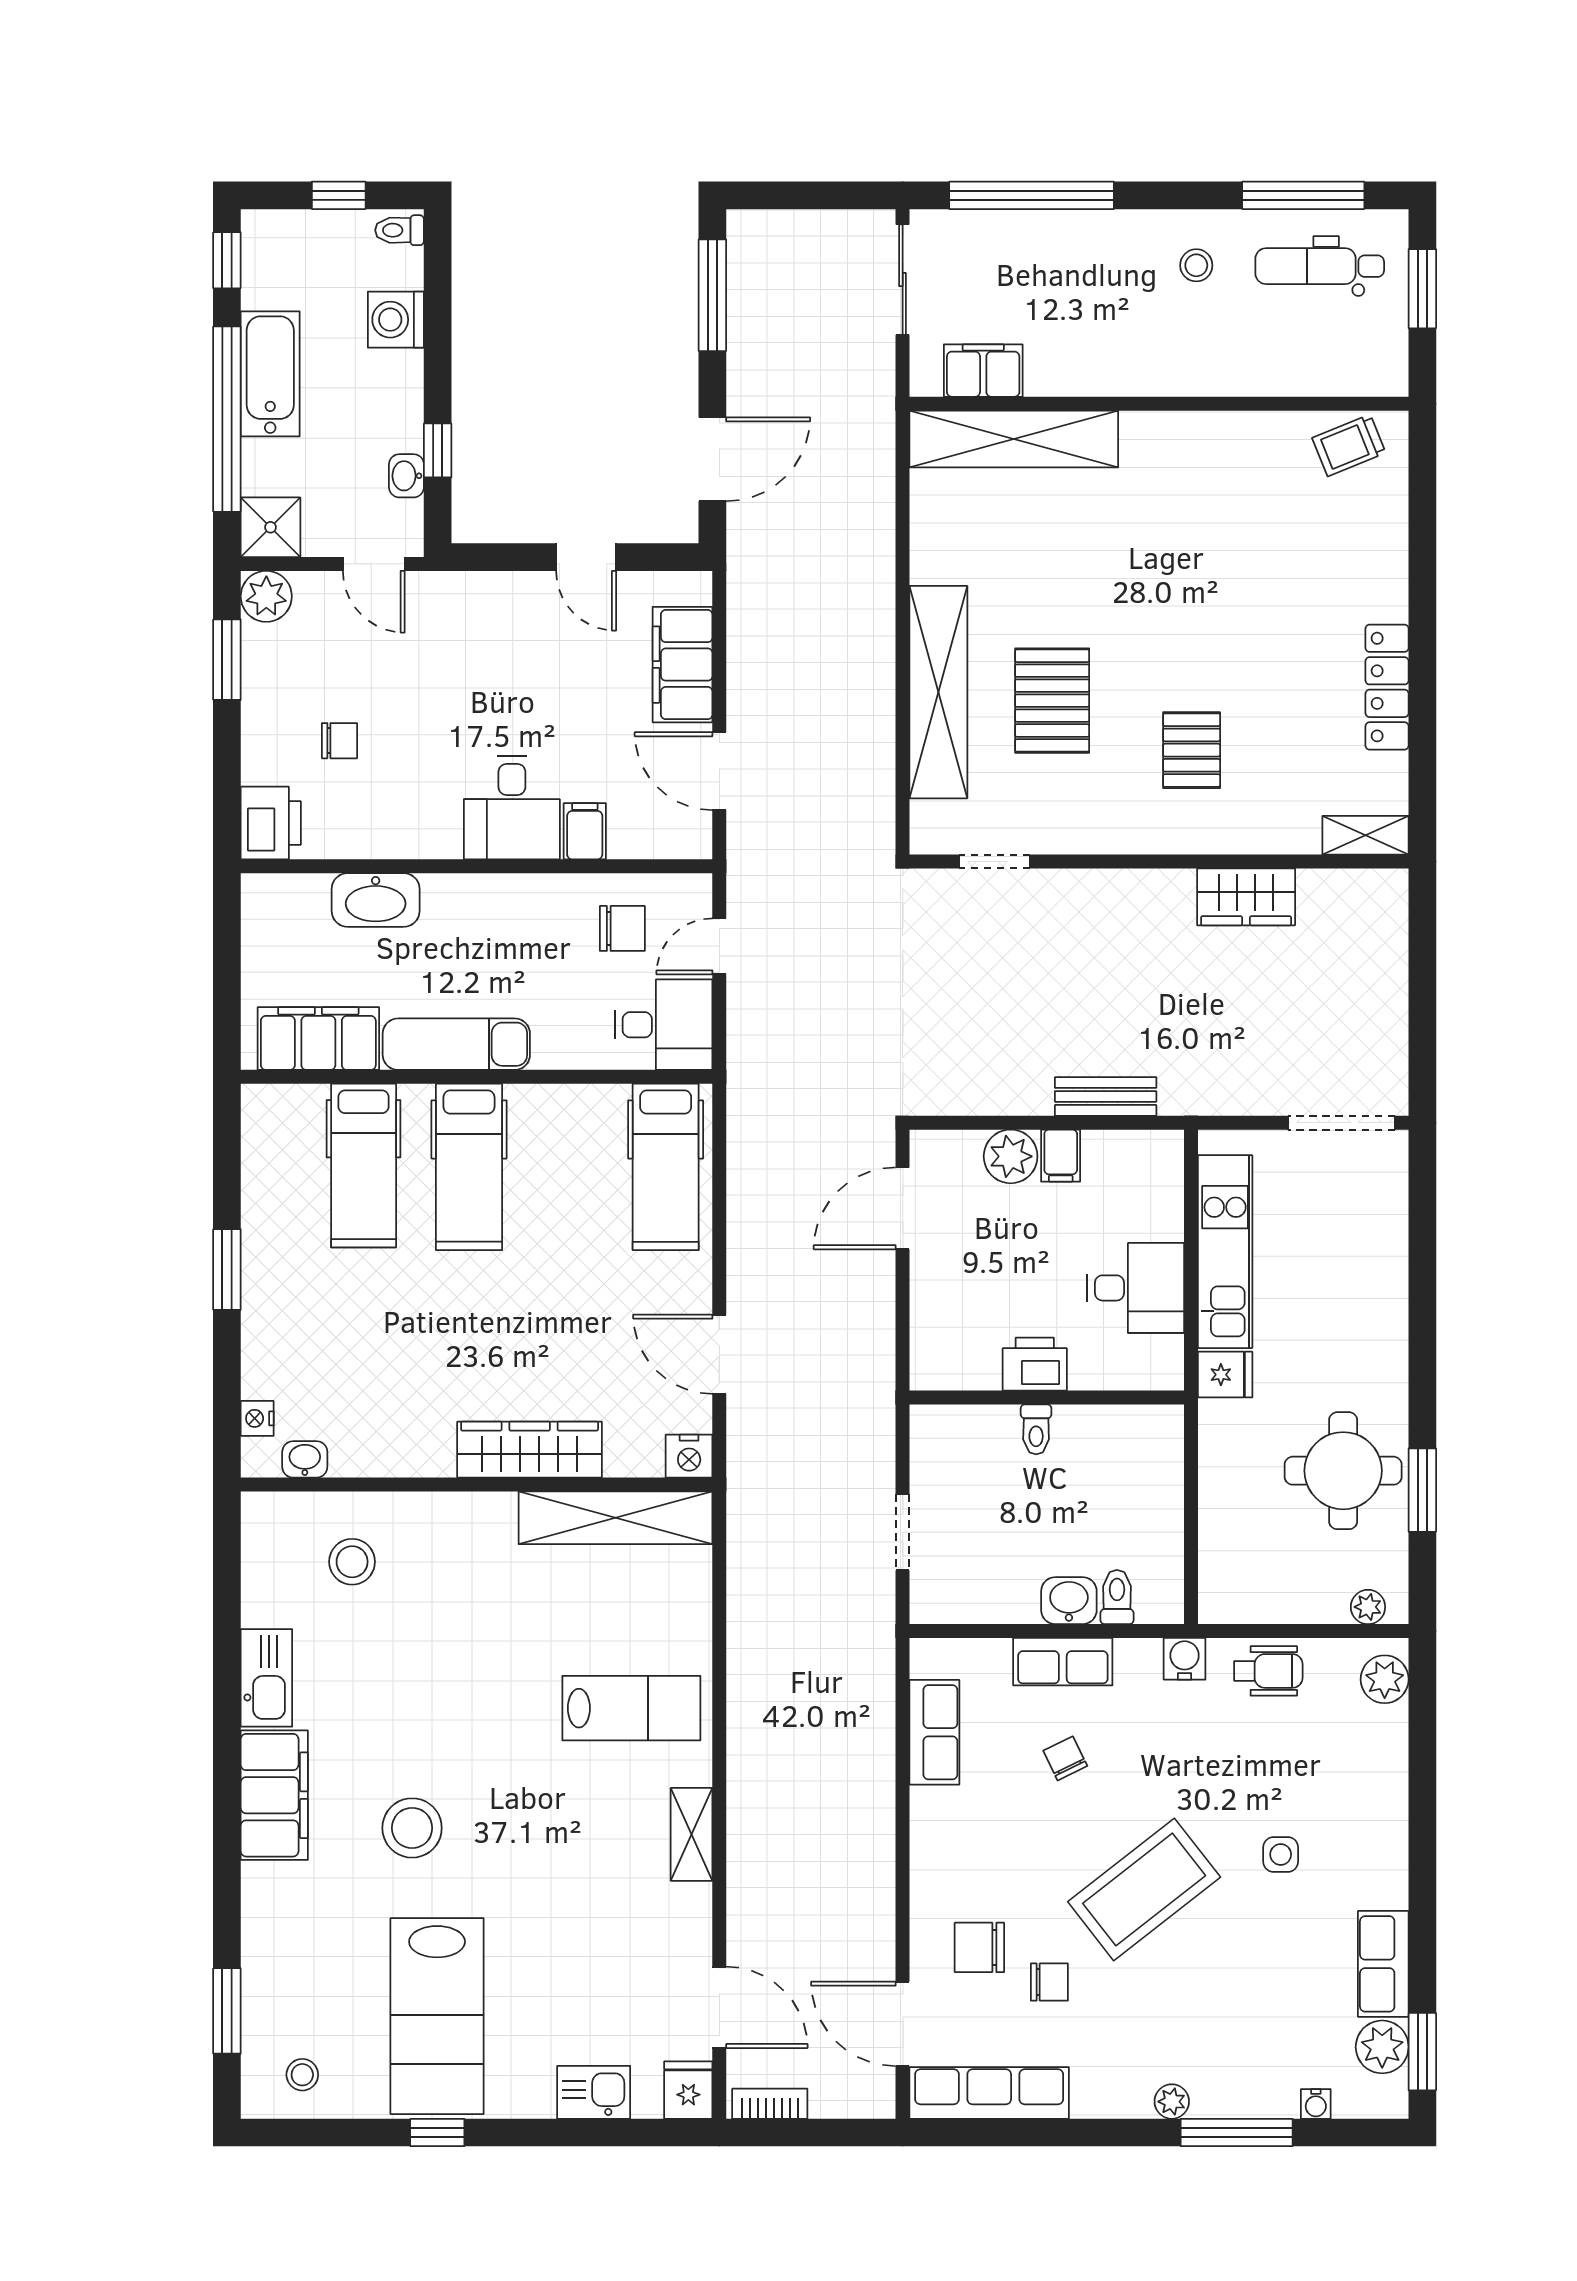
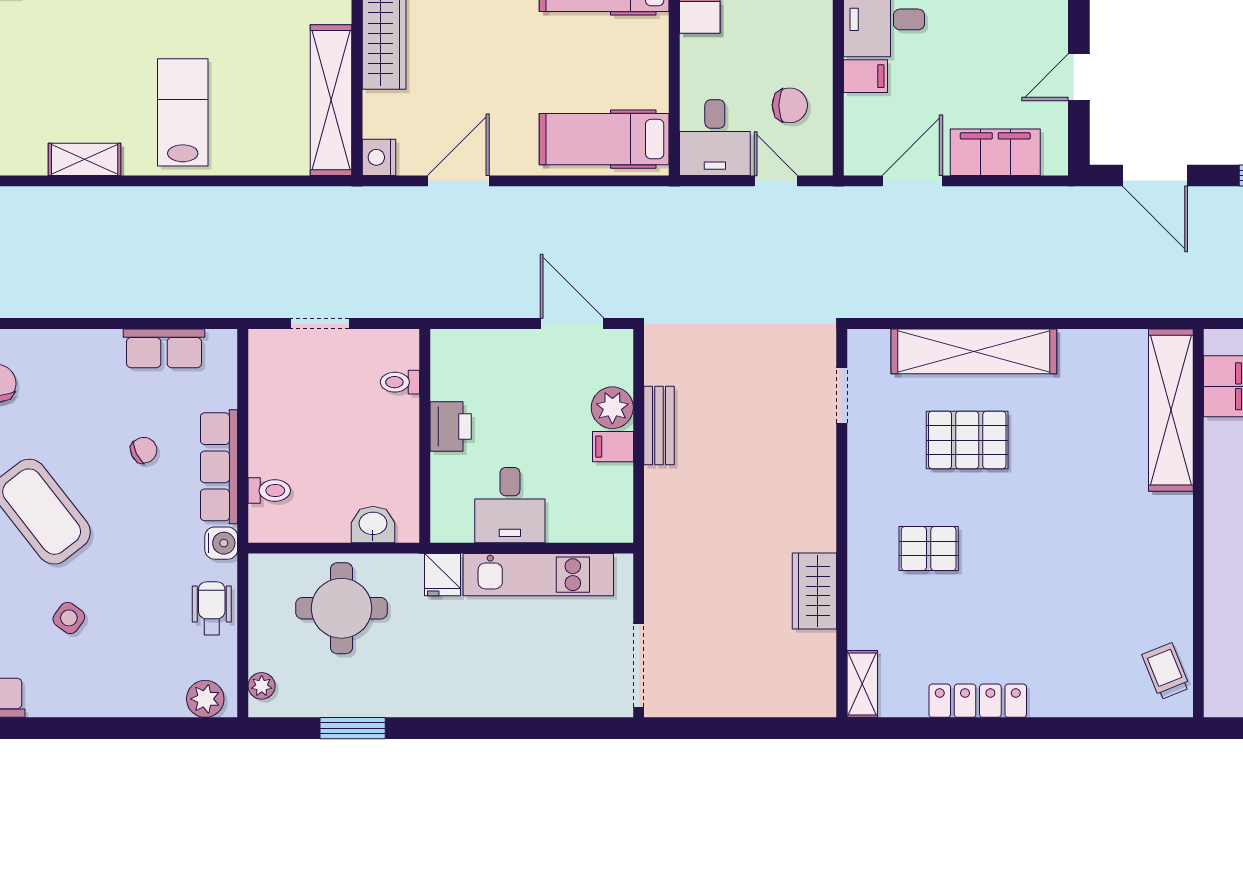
chair: (622, 928) -> (790, 105), turned -90
bench: (1106, 1096) -> (659, 426), moved
toilet: (1036, 1429) -> (400, 382), moved
round table: (1343, 1471) -> (342, 608), moved
washbasin: (1069, 1601) -> (373, 525), moved, turned -90
row of seats: (1063, 1662) -> (219, 467), width x1.48
wheelchair: (1268, 1671) -> (212, 608), turned 180
lab bench: (631, 1708) -> (183, 112), turned 180
side table: (1281, 1854) -> (69, 618), turned 36

